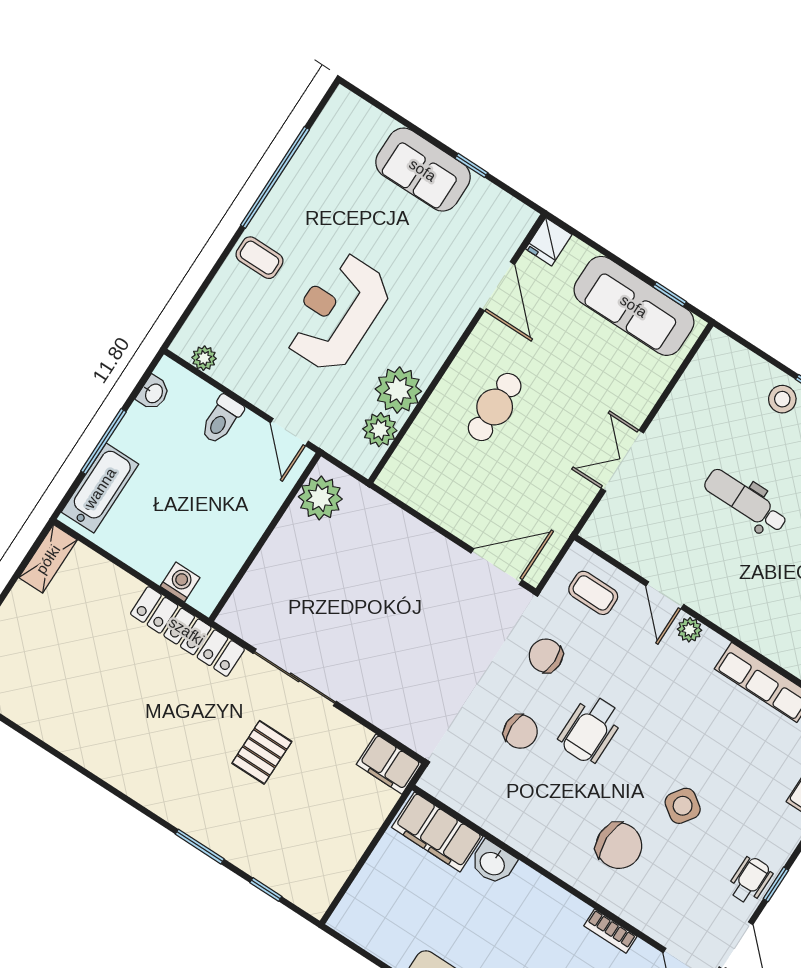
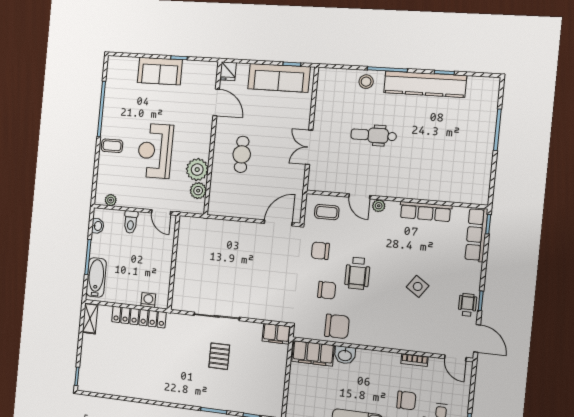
plant: (320, 498) -> (188, 233), removed
locker: (187, 631) -> (139, 317), moved
chair: (619, 846) -> (337, 326), moved

